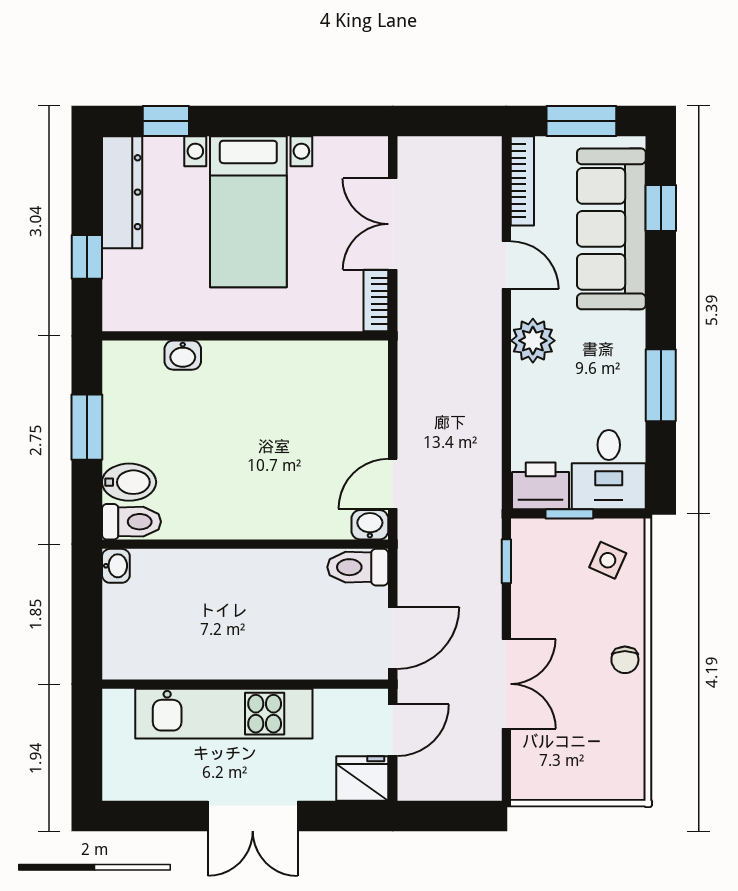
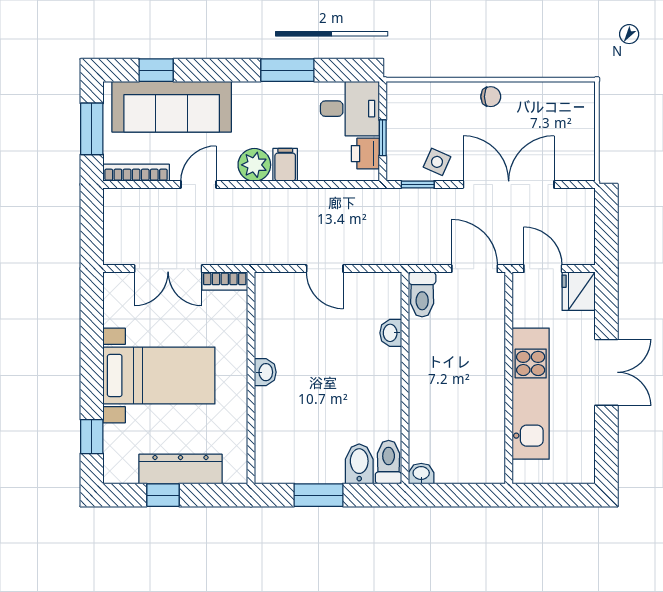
dresser: (122, 192) -> (180, 469), moved
window: (87, 257) -> (163, 495), moved
washbasin: (183, 355) -> (265, 372), moved
filing cabinet: (533, 382) -> (285, 165), added
door: (393, 484) -> (325, 269), moved
printer: (541, 486) -> (365, 154), width x0.73, depth x0.81
washbasin: (370, 525) -> (391, 333), moved
side table: (608, 560) -> (437, 162), moved
double door: (506, 684) -> (509, 184), width x1.37

